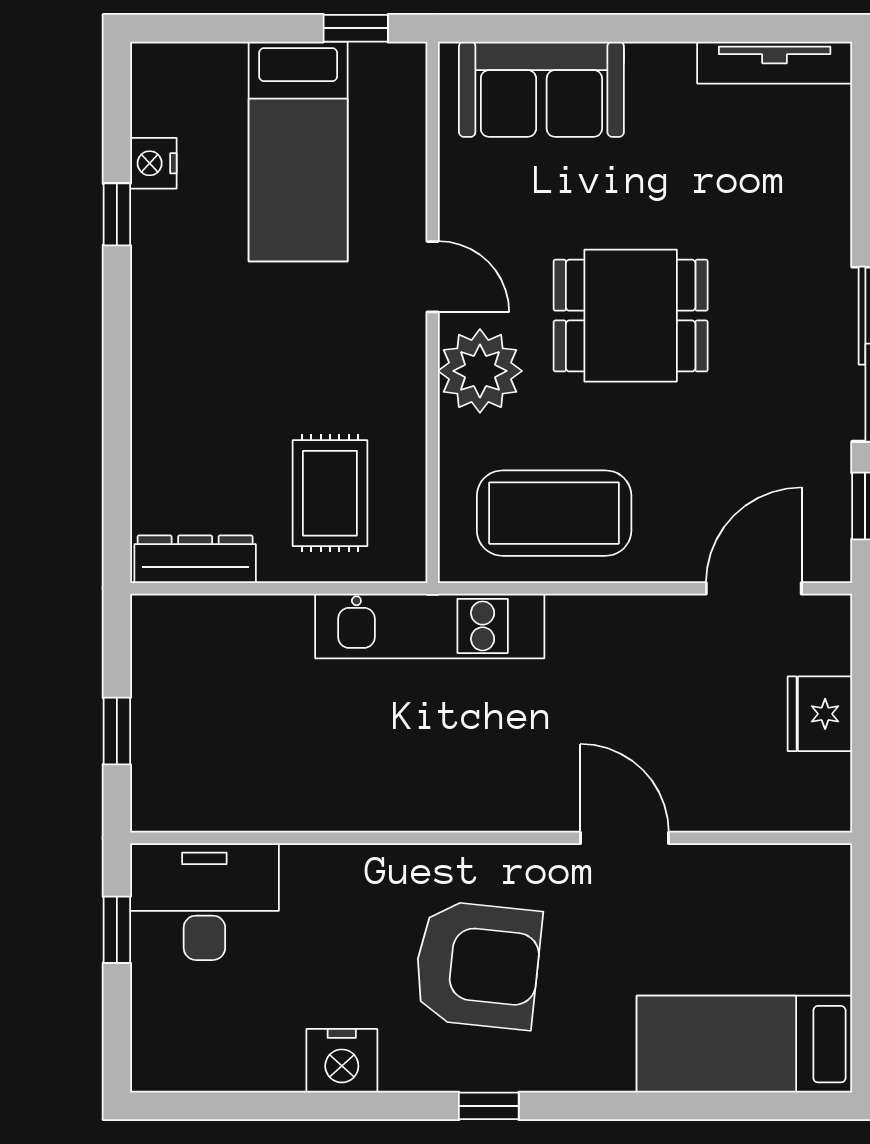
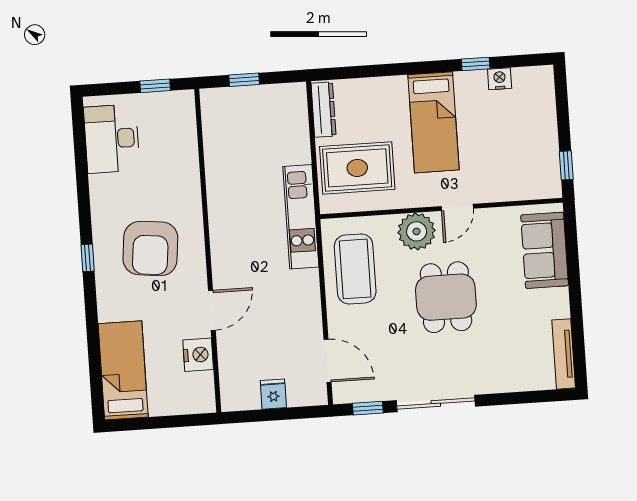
bed: (298, 151) -> (434, 122), moved, turned -90
rug: (330, 493) -> (357, 168), width x1.36, depth x1.43
fridge: (820, 714) -> (273, 394), width x0.72
desk: (204, 902) -> (112, 139), moved, turned 180
nightstand: (342, 1061) -> (198, 355), moved, turned 180

